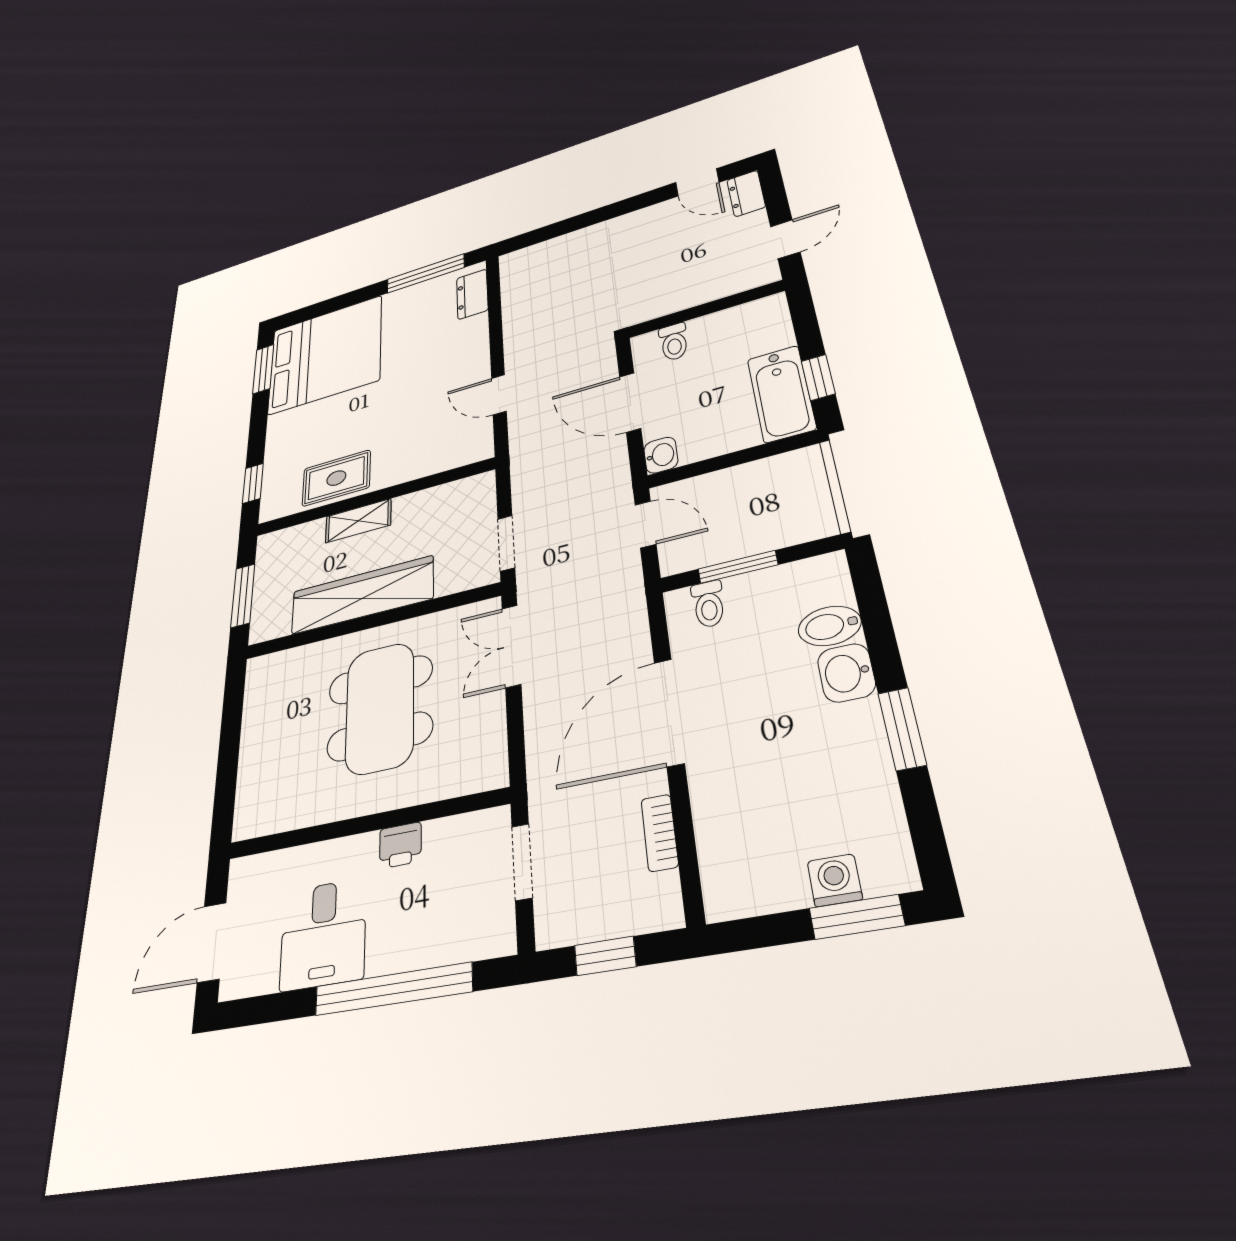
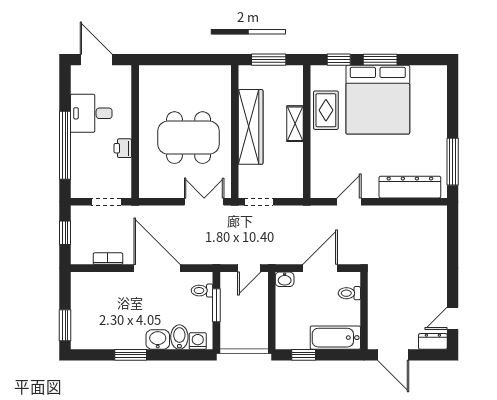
door: (785, 239) -> (393, 355), width x1.38
dresser: (472, 294) -> (410, 187), width x1.96, depth x1.24
bed: (325, 355) -> (378, 100), moved
window: (263, 369) -> (380, 60), moved
bathtub: (781, 394) -> (335, 338), moved
washing machine: (835, 880) -> (198, 341), moved, turned -90

